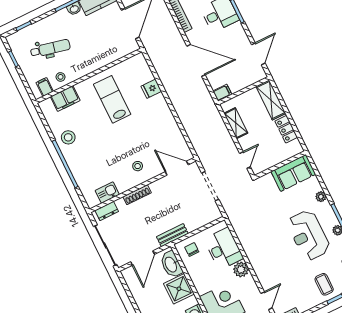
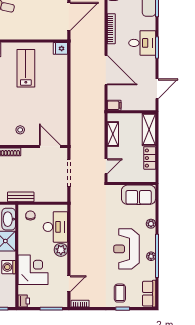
fridge: (151, 89) -> (60, 48), moved

